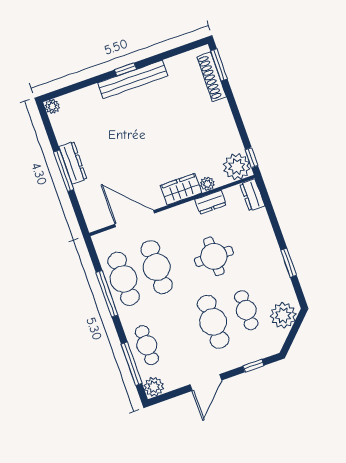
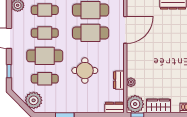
wardrobe: (181, 189) -> (158, 106), moved, turned -90
cafe table: (180, 334) -> (45, 33), added

